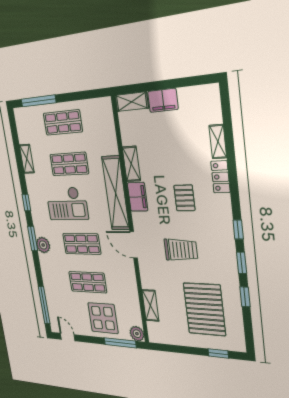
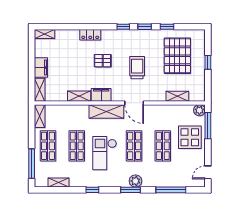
shelving: (97, 106) -> (40, 116), added
shelving: (218, 142) -> (44, 34), moved
shelving: (27, 159) -> (59, 183), moved
shelving: (116, 193) -> (106, 111), width x0.68
window: (26, 202) -> (92, 190), moved
checkout: (67, 204) -> (105, 153), turned 180
door: (134, 245) -> (134, 103), hinge flipped
window: (44, 305) -> (171, 190), moved
pallet: (204, 309) -> (177, 56), turned 90
window: (218, 353) -> (208, 62), moved

